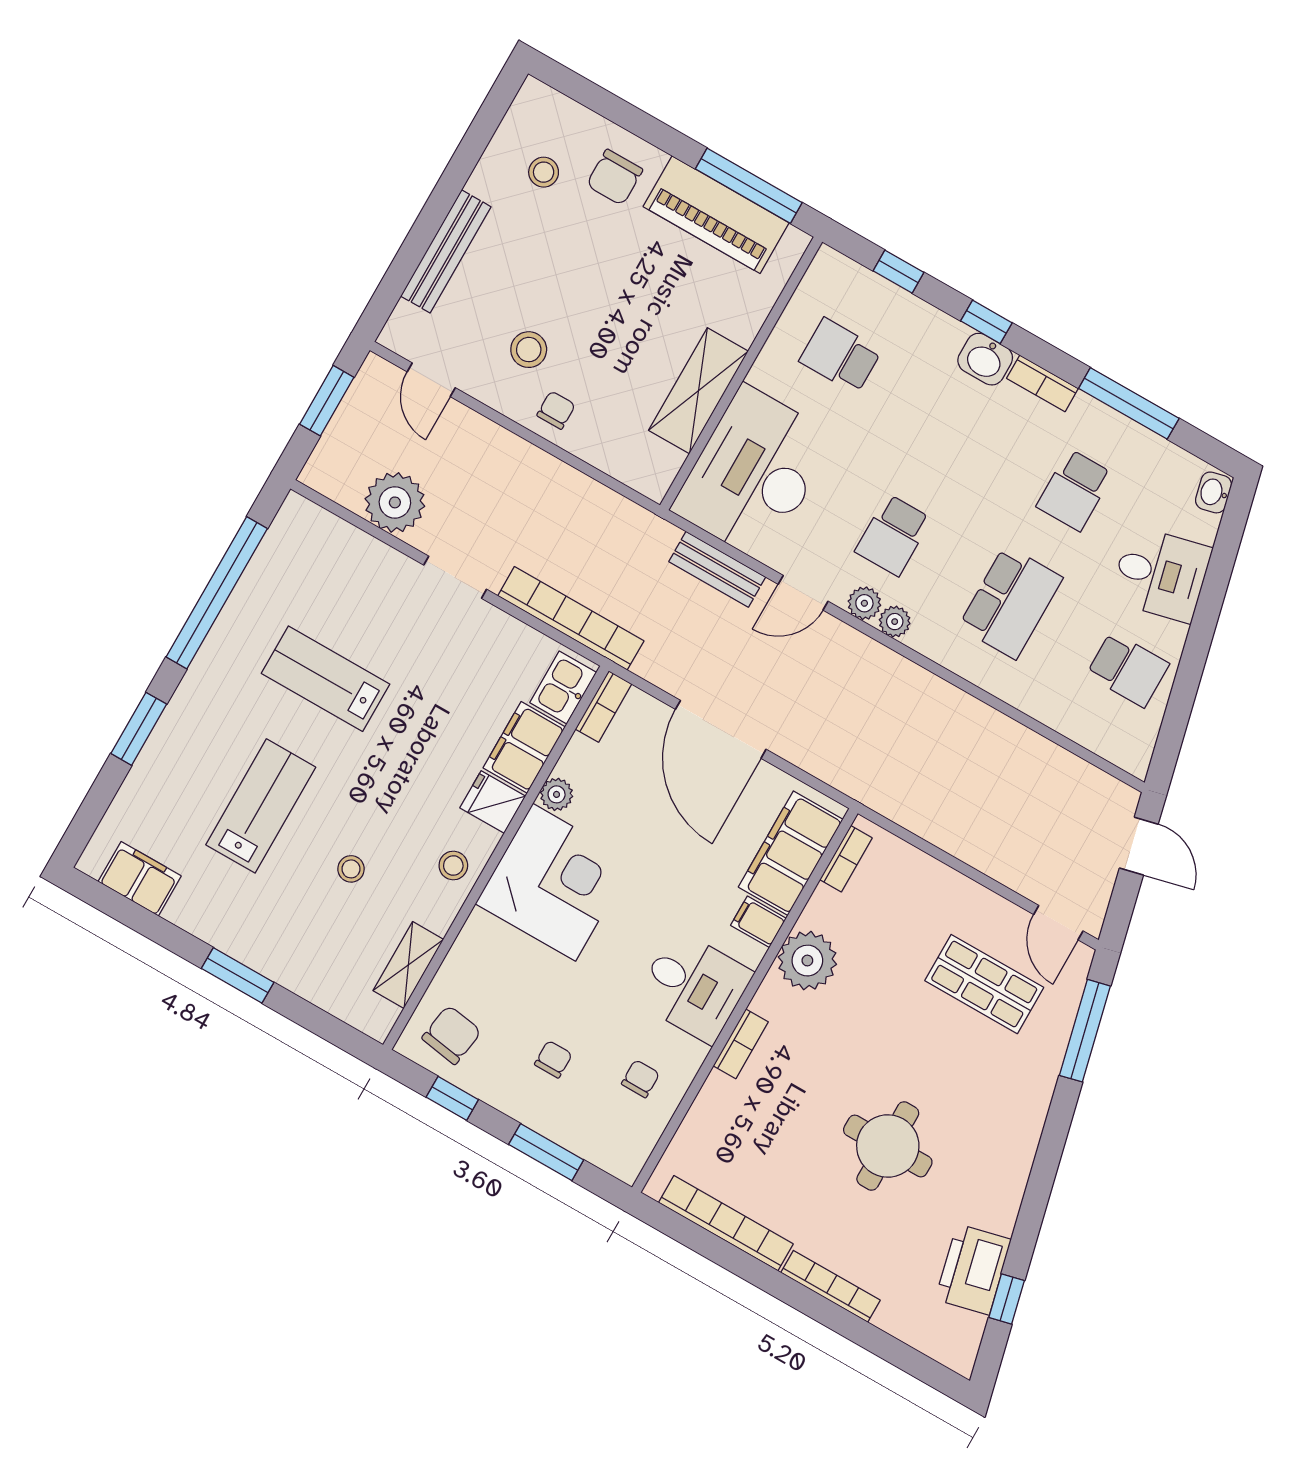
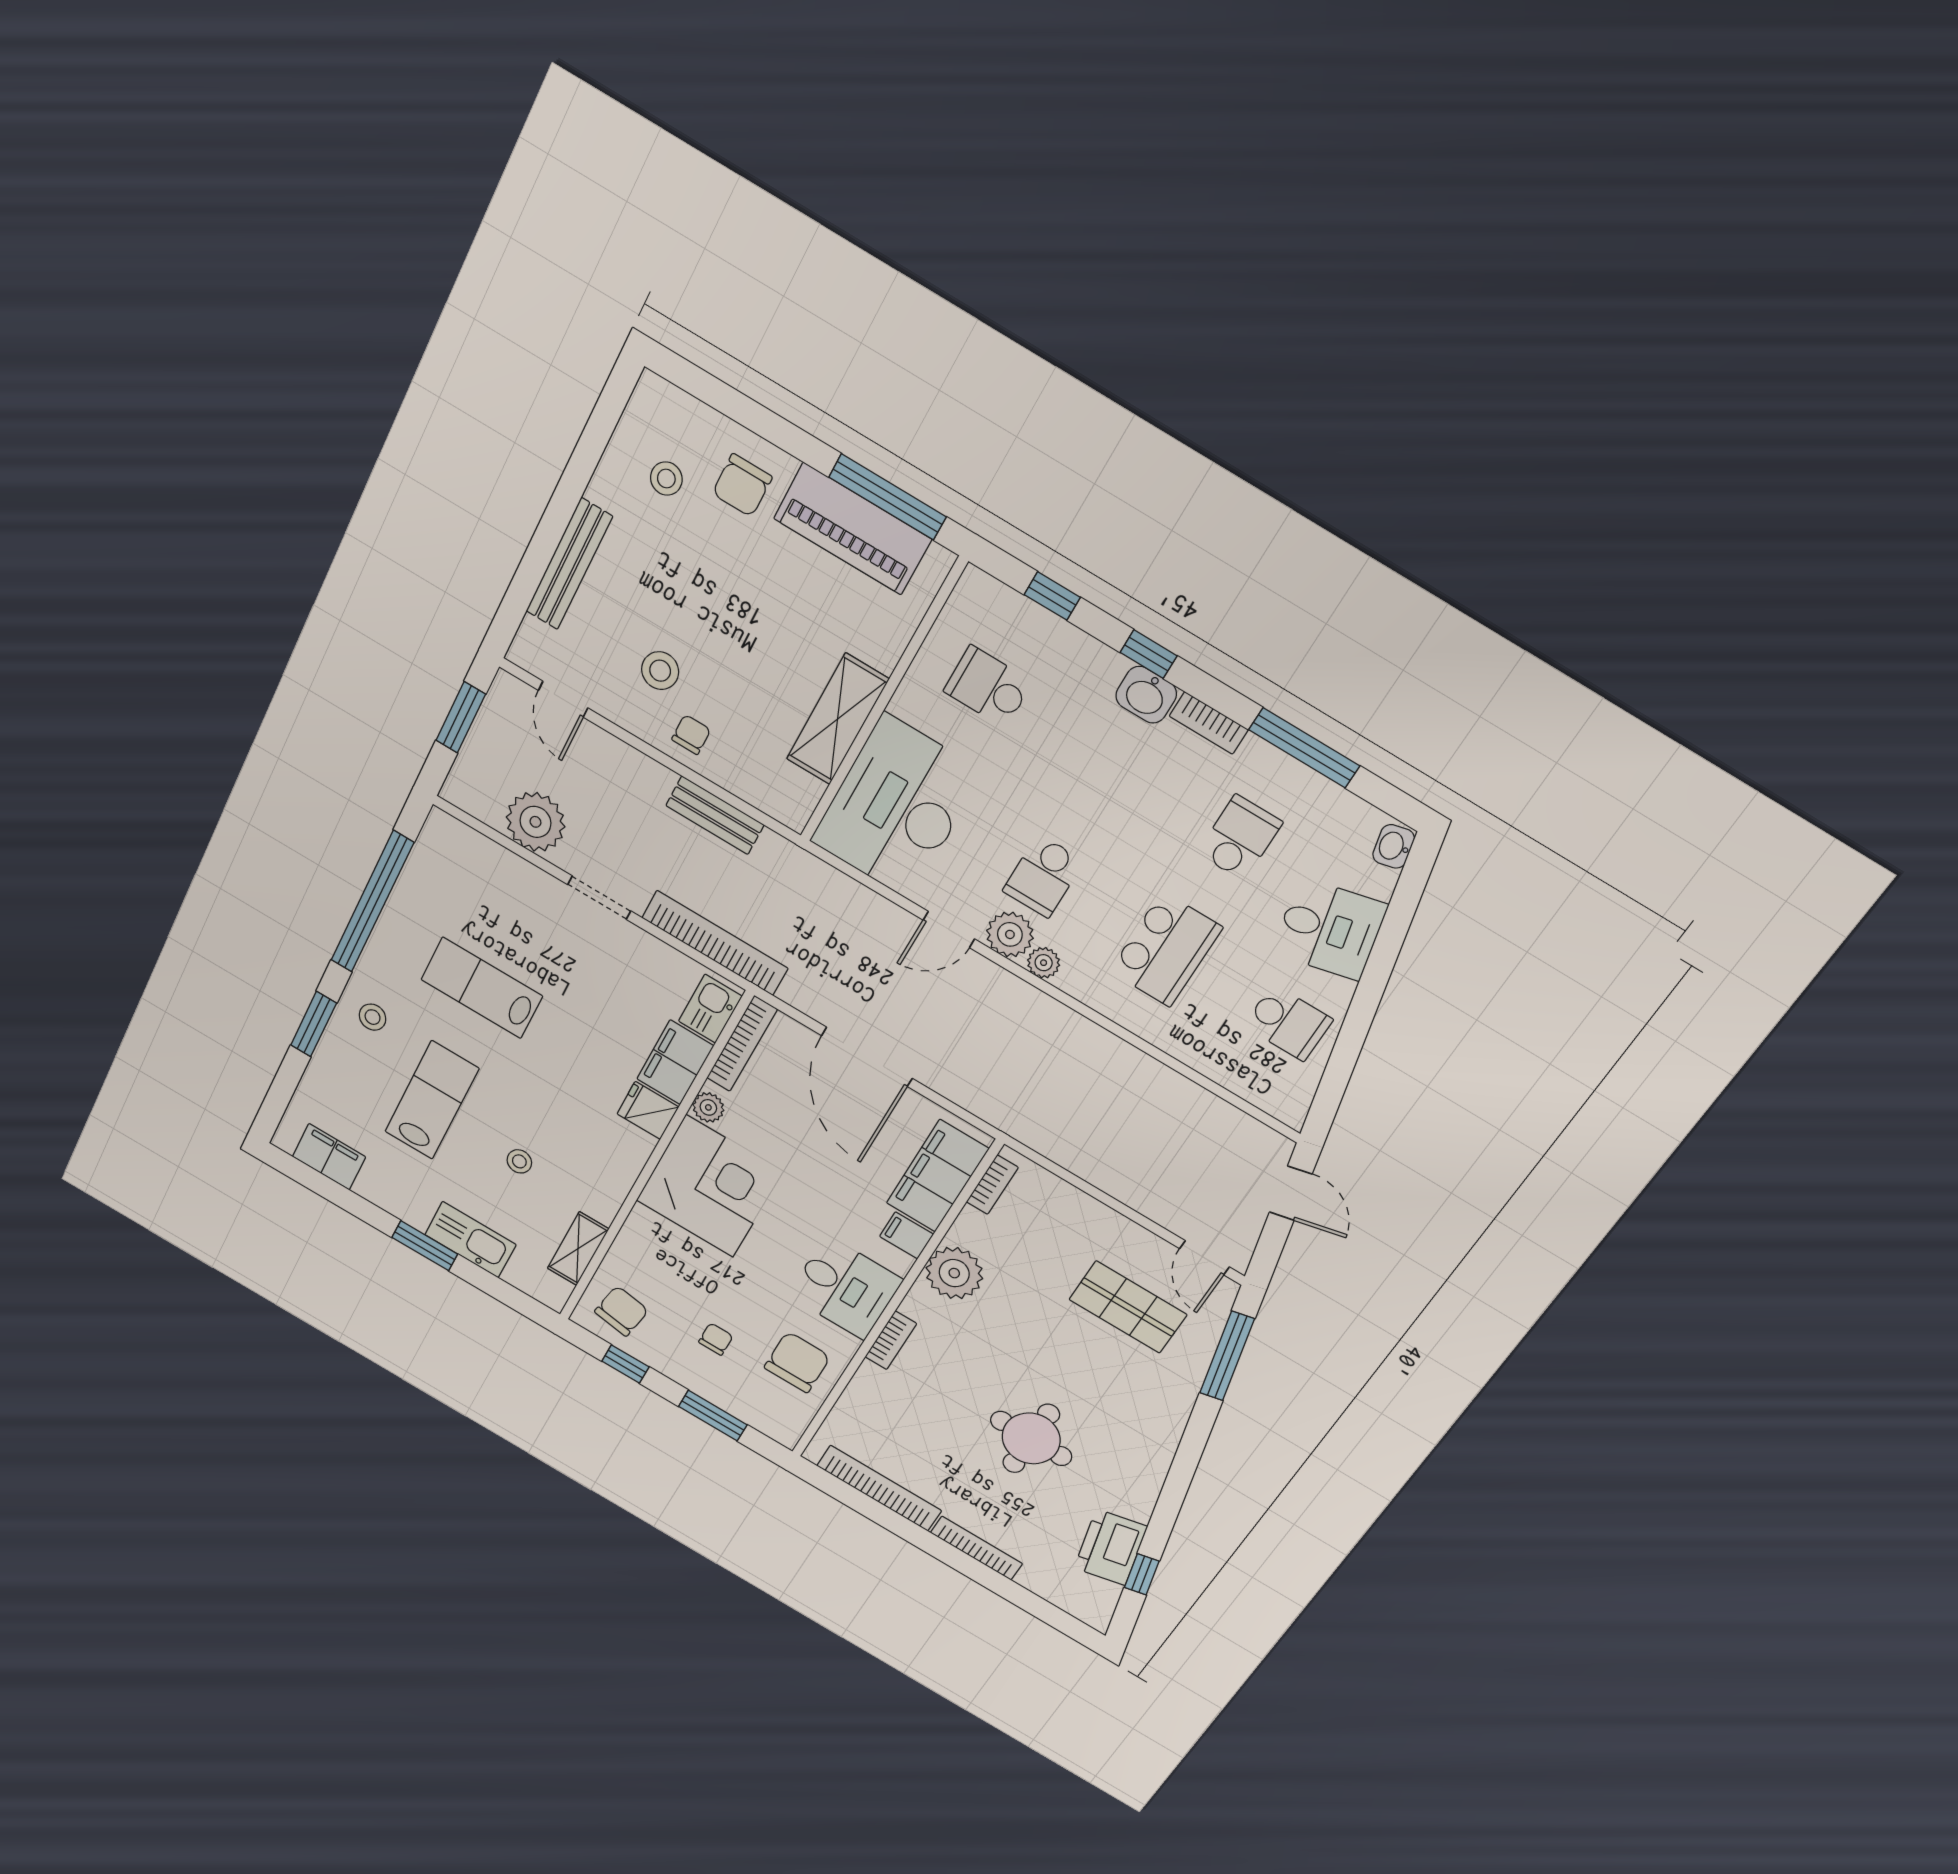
school desk: (1075, 490) -> (1240, 838), turned 180
bench: (717, 569) -> (715, 815), moved
plant: (864, 603) -> (1010, 934), width x1.38, depth x1.38
bookcase: (604, 707) -> (742, 1044), width x1.56
stool: (453, 866) -> (373, 1017), moved
kitchen sink: (290, 964) -> (470, 1240), added
chair: (641, 1079) -> (797, 1362), width x1.87, depth x1.87

